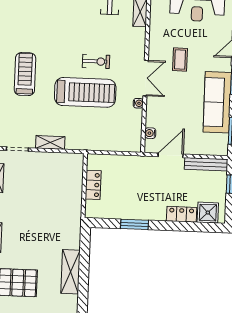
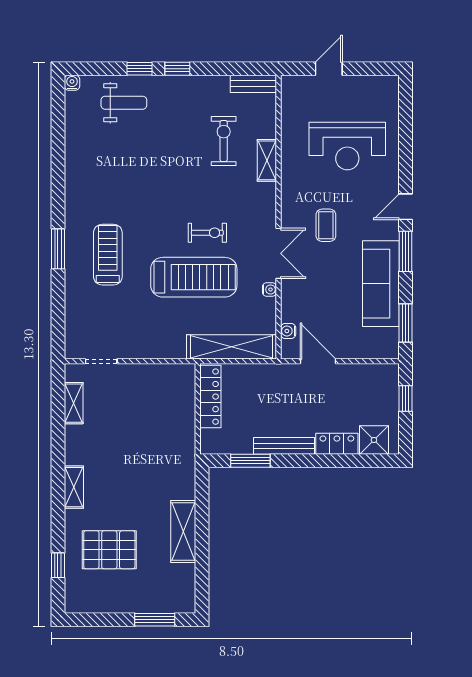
shelving: (50, 142) -> (231, 347), moved, width x2.20, depth x1.33
door: (171, 155) -> (318, 361), hinge flipped
bench: (206, 164) -> (284, 446), moved
locker: (93, 185) -> (210, 397), width x1.53
window: (135, 224) -> (250, 461), moved

